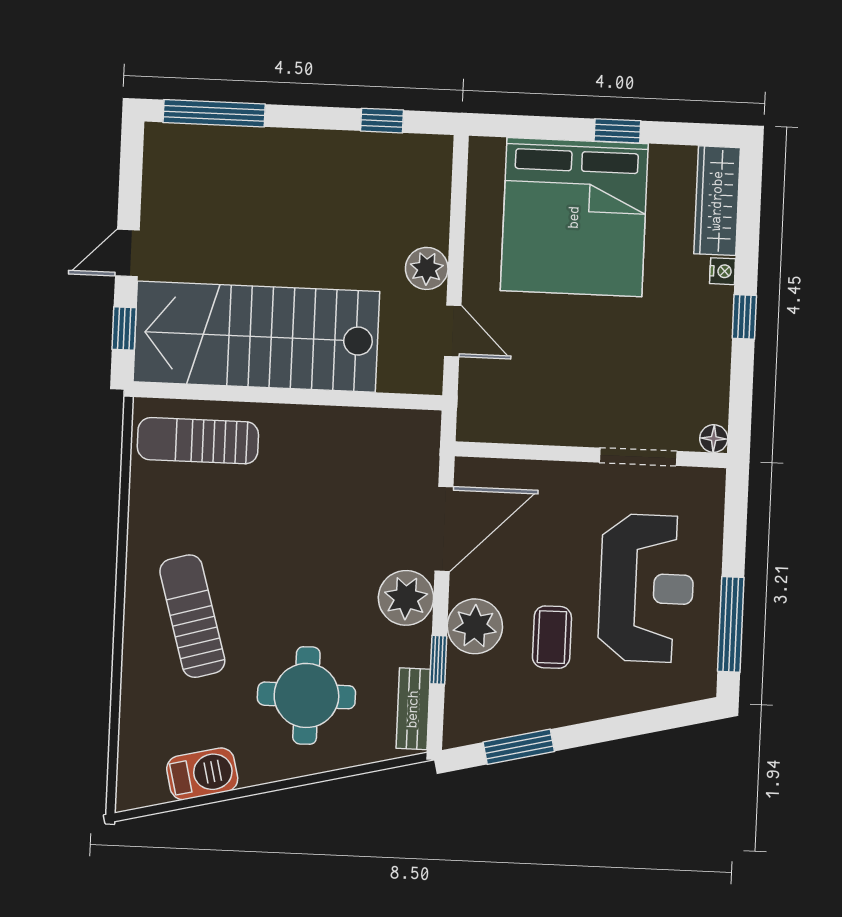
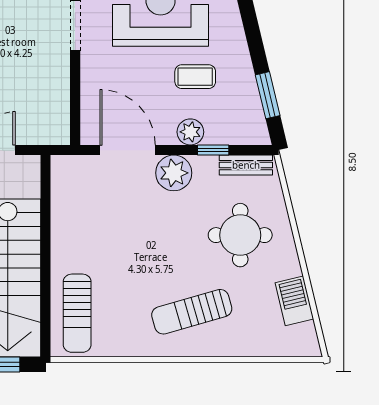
plant: (475, 626) -> (190, 132), width x0.73, depth x0.73

